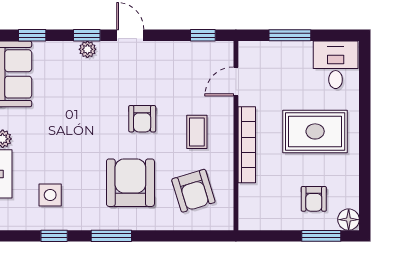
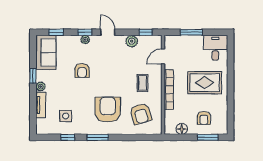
plant: (176, 52) -> (132, 41), added
armchair: (142, 119) -> (82, 71), moved
floor lamp: (349, 220) -> (182, 129), moved

